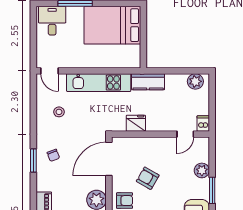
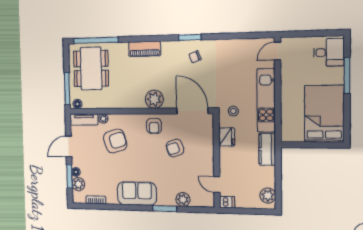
stool: (59, 112) -> (233, 111), moved
armchair: (148, 178) -> (175, 148), turned -139

